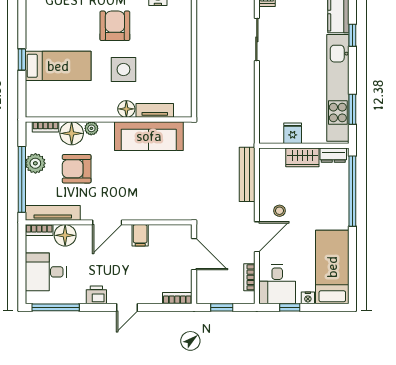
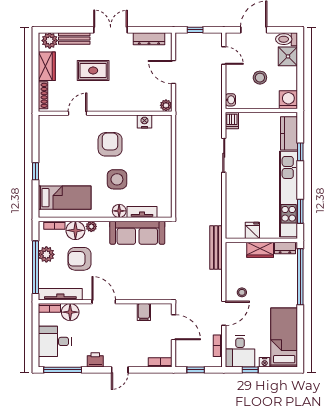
bed: (58, 66) -> (65, 198), moved
bench: (247, 174) -> (216, 248), moved
door: (107, 222) -> (104, 302), swing flipped
filing cabinet: (140, 235) -> (144, 312), moved

